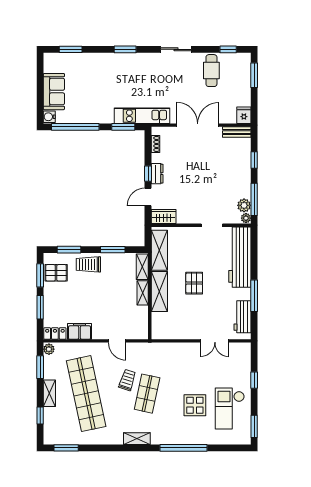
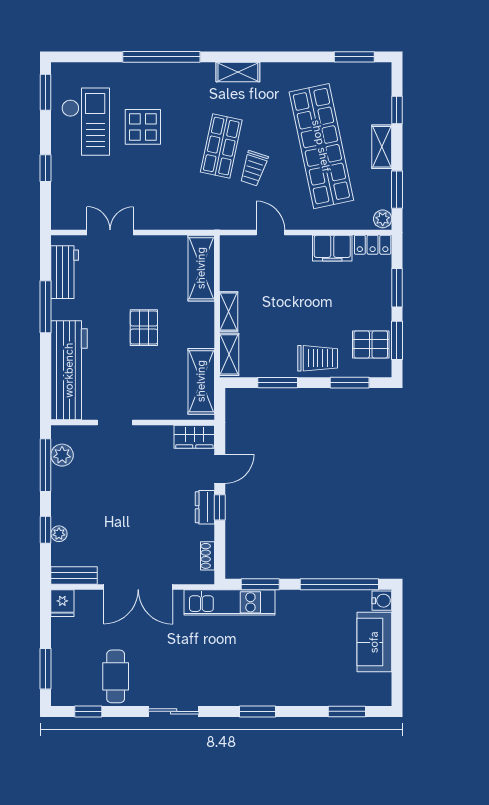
plant: (246, 218) -> (59, 534), moved
shelving: (159, 292) -> (201, 268), moved

